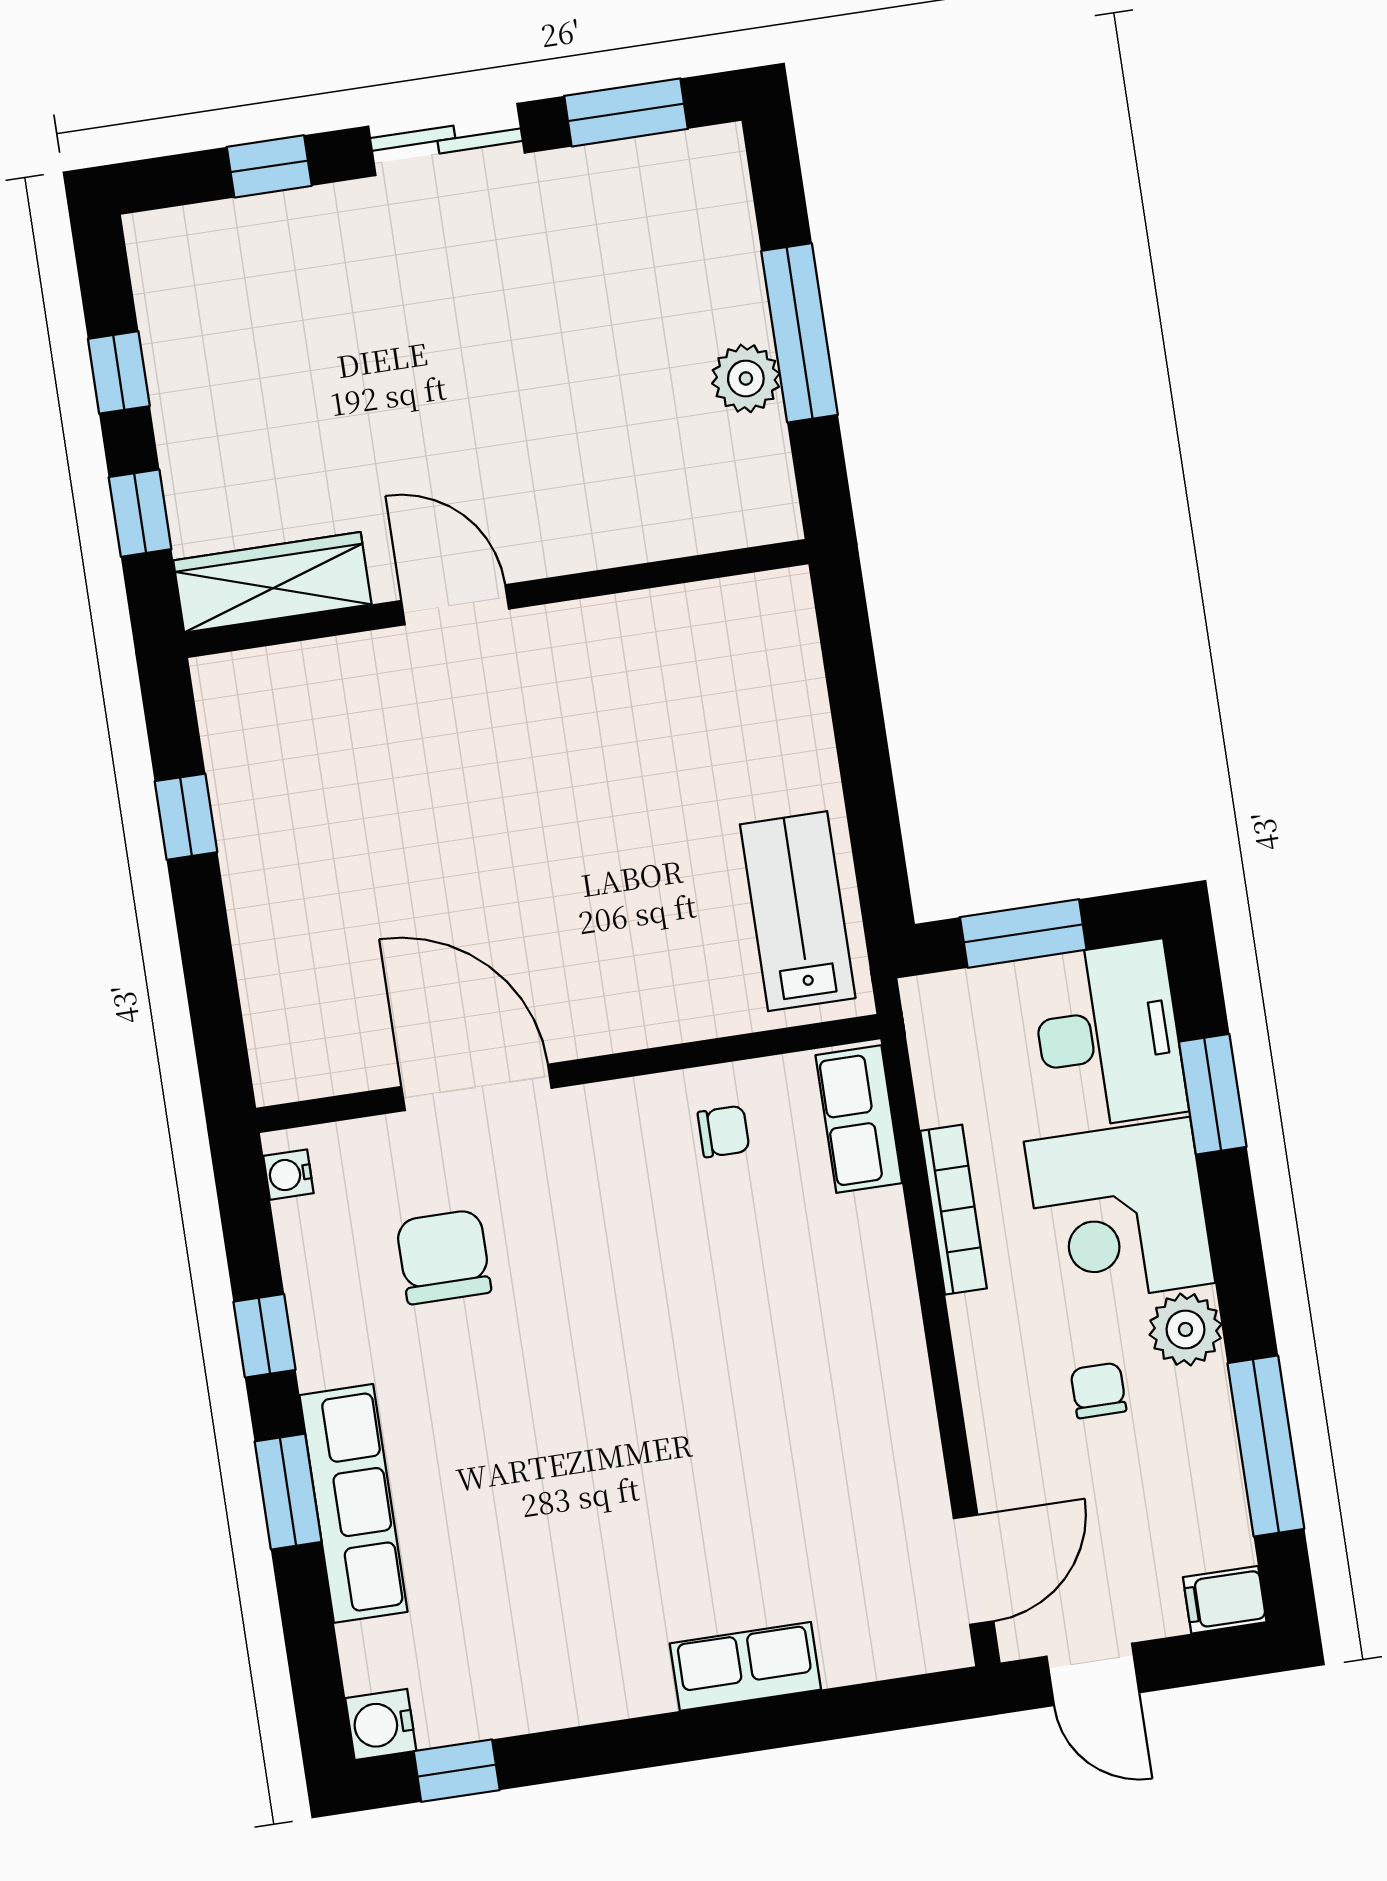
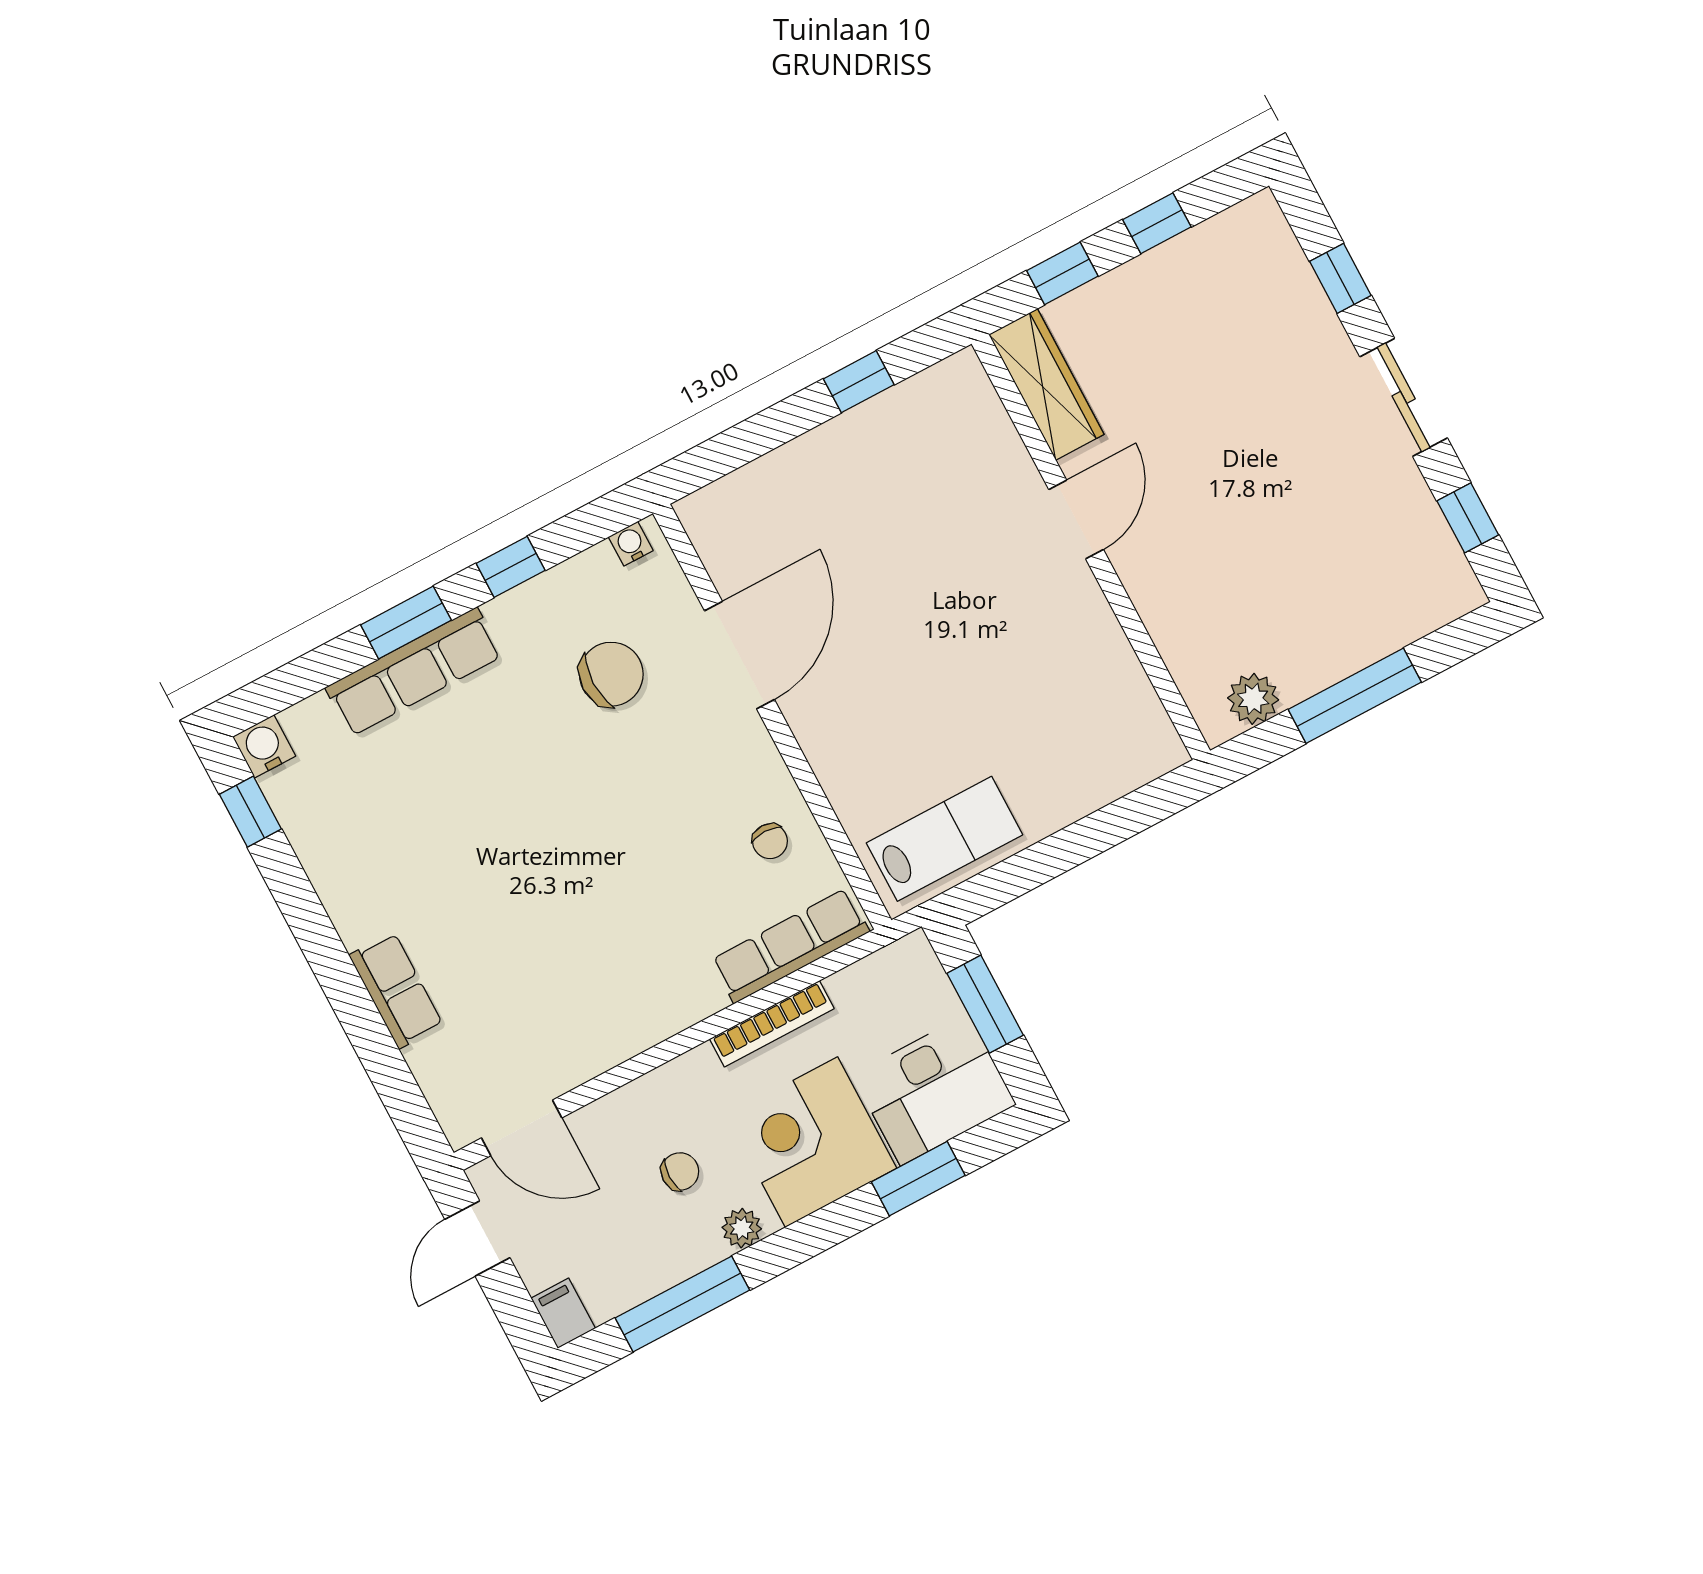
window: (626, 112) -> (1468, 518), width x0.67
plant: (746, 378) -> (1253, 699), moved
row of seats: (859, 1119) -> (790, 946), width x1.48
plant: (1186, 1329) -> (742, 1228), width x0.73, depth x0.73

